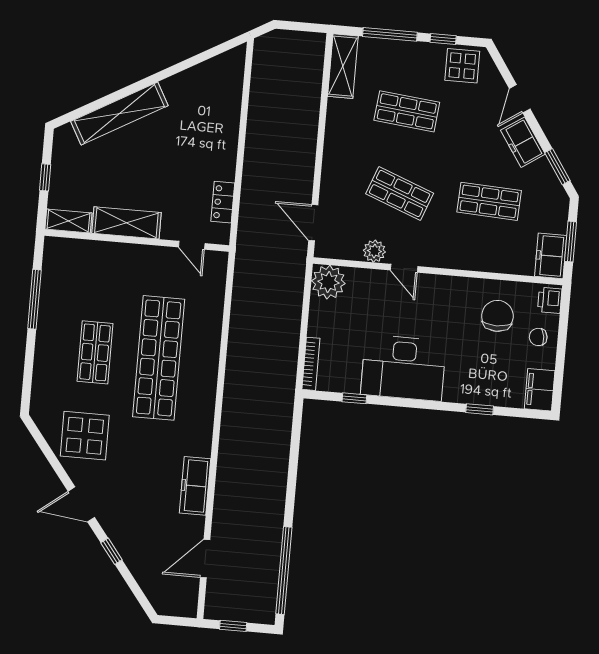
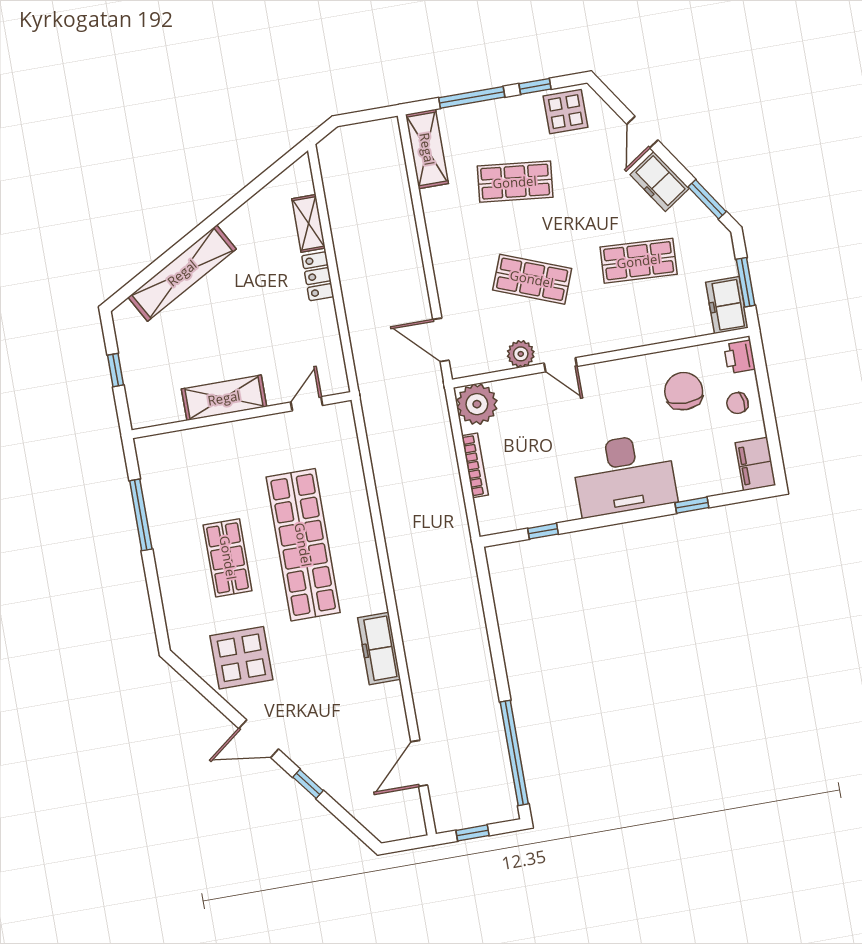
locker: (223, 202) -> (318, 276), moved
shelving: (68, 221) -> (309, 223), moved, turned 90
door: (192, 245) -> (307, 404), swing flipped
bookcase: (311, 364) -> (475, 465), moved
desk: (403, 368) -> (624, 475), moved
freezer: (195, 486) -> (379, 648), moved

